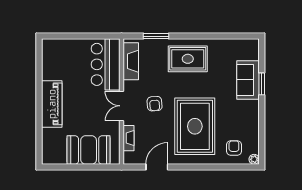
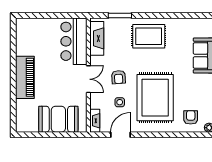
double door: (121, 106) -> (88, 79), swing flipped
side table: (156, 131) -> (120, 102), added
fireplace: (128, 138) -> (95, 121), moved

